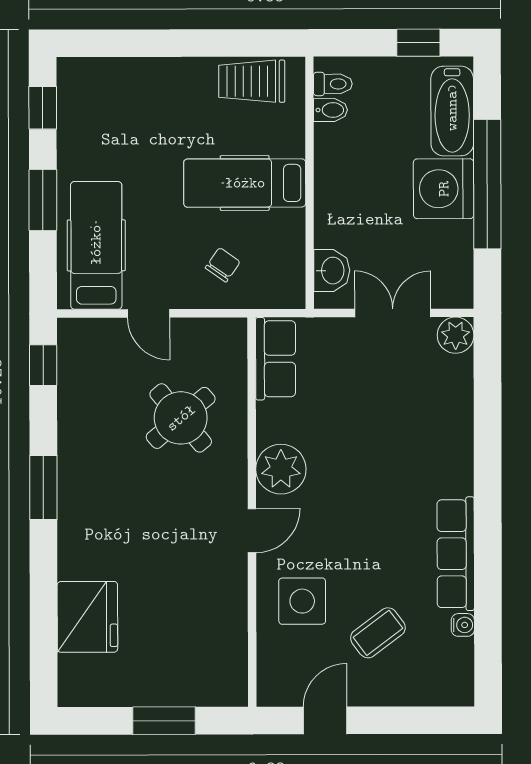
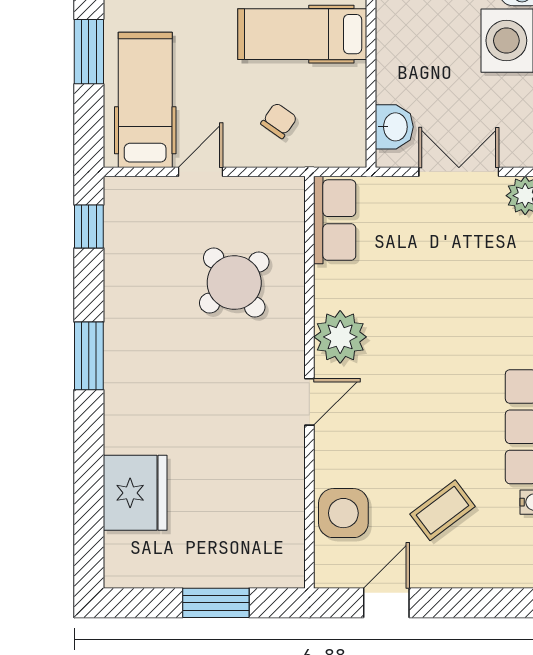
door: (149, 313) -> (200, 172), swing flipped
side table: (302, 601) -> (343, 513), moved

